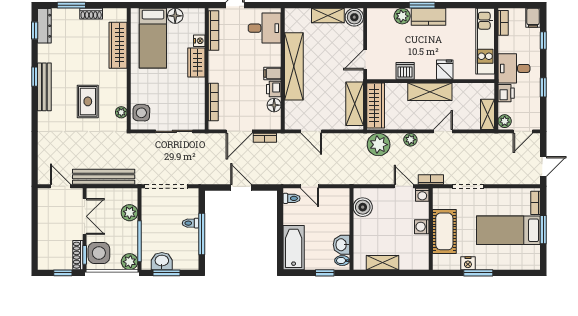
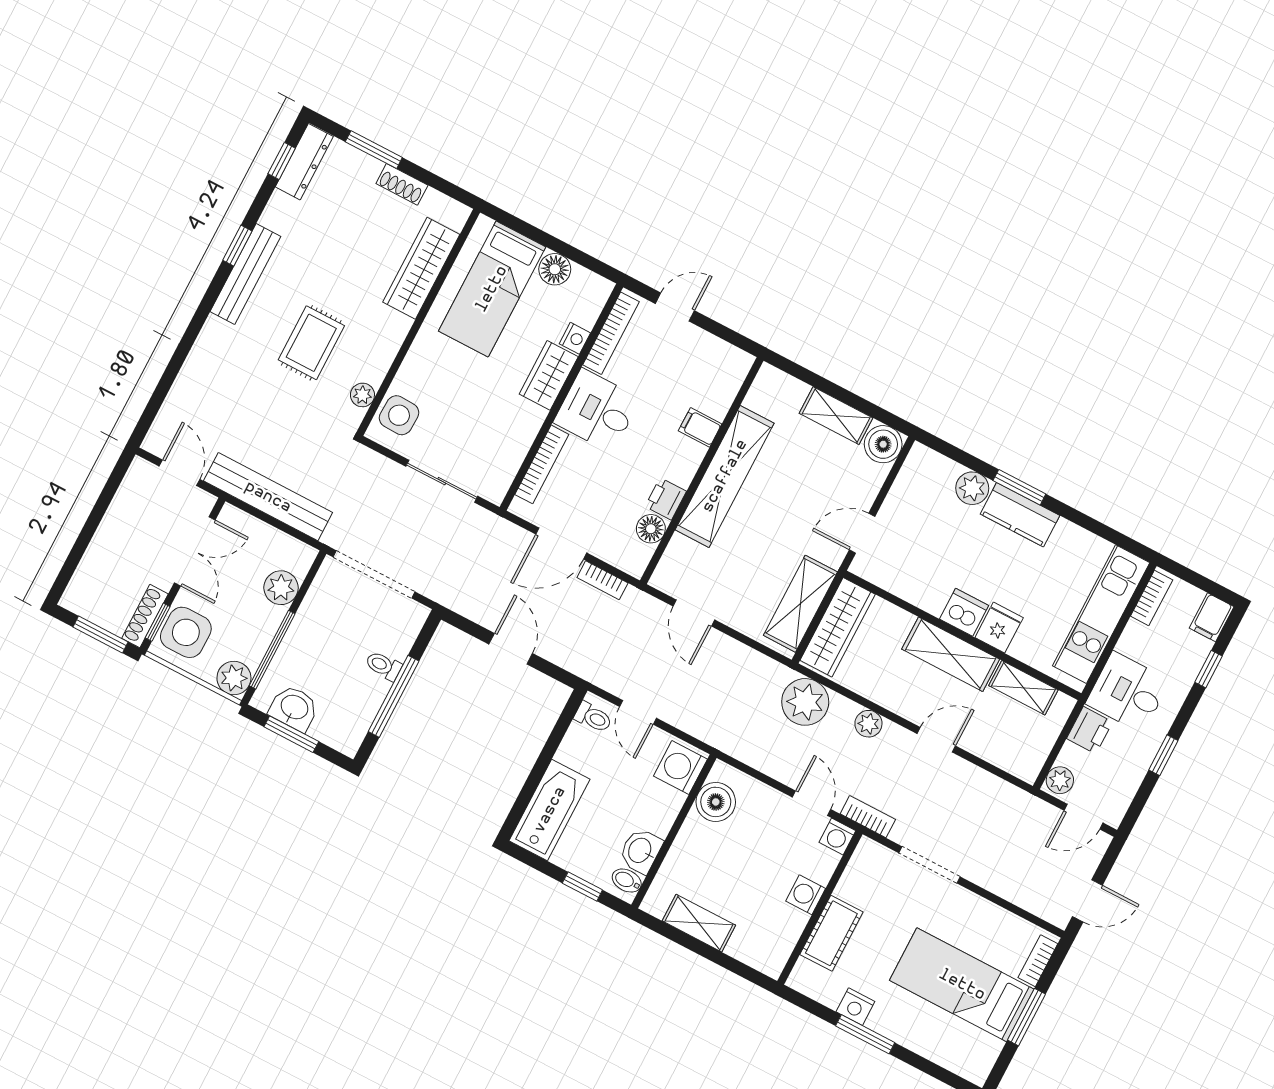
desk: (265, 28) -> (597, 411), moved, turned 180
dishwasher: (405, 71) -> (964, 612), moved
filing cabinet: (272, 73) -> (700, 427), moved
shelving: (488, 114) -> (1023, 688), moved, turned 90
washing machine: (340, 200) -> (680, 768), added
cot: (444, 231) -> (831, 933), width x0.73, depth x0.75
window: (63, 273) -> (101, 634), width x1.50

